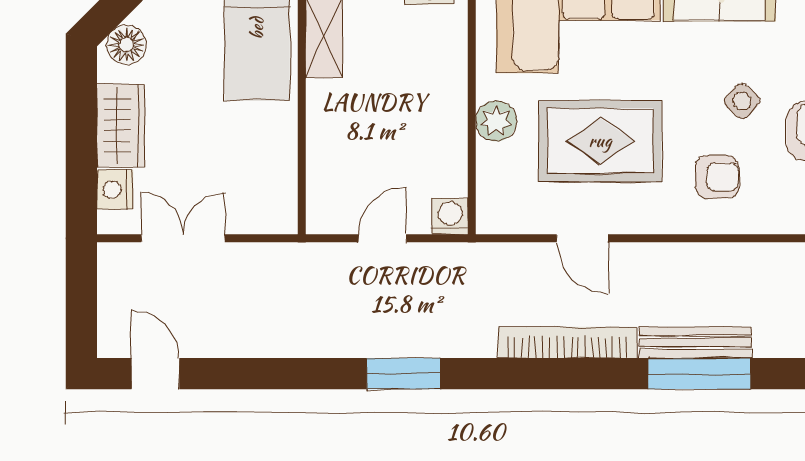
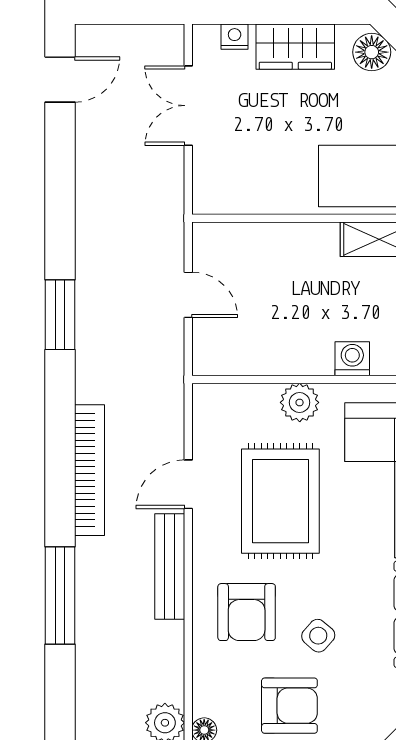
armchair: (717, 177) -> (247, 612), width x1.38, depth x1.38
nightstand: (115, 189) -> (235, 37), width x0.72, depth x0.74
washing machine: (450, 216) -> (352, 359), moved, turned -90
double door: (183, 238) -> (188, 106), swing flipped
bench: (696, 343) -> (170, 566), moved

